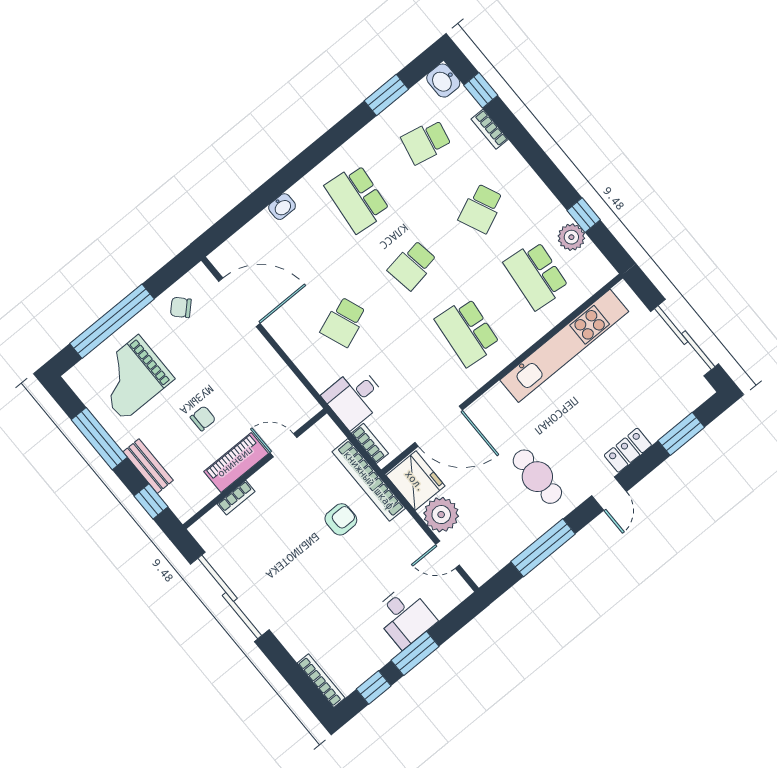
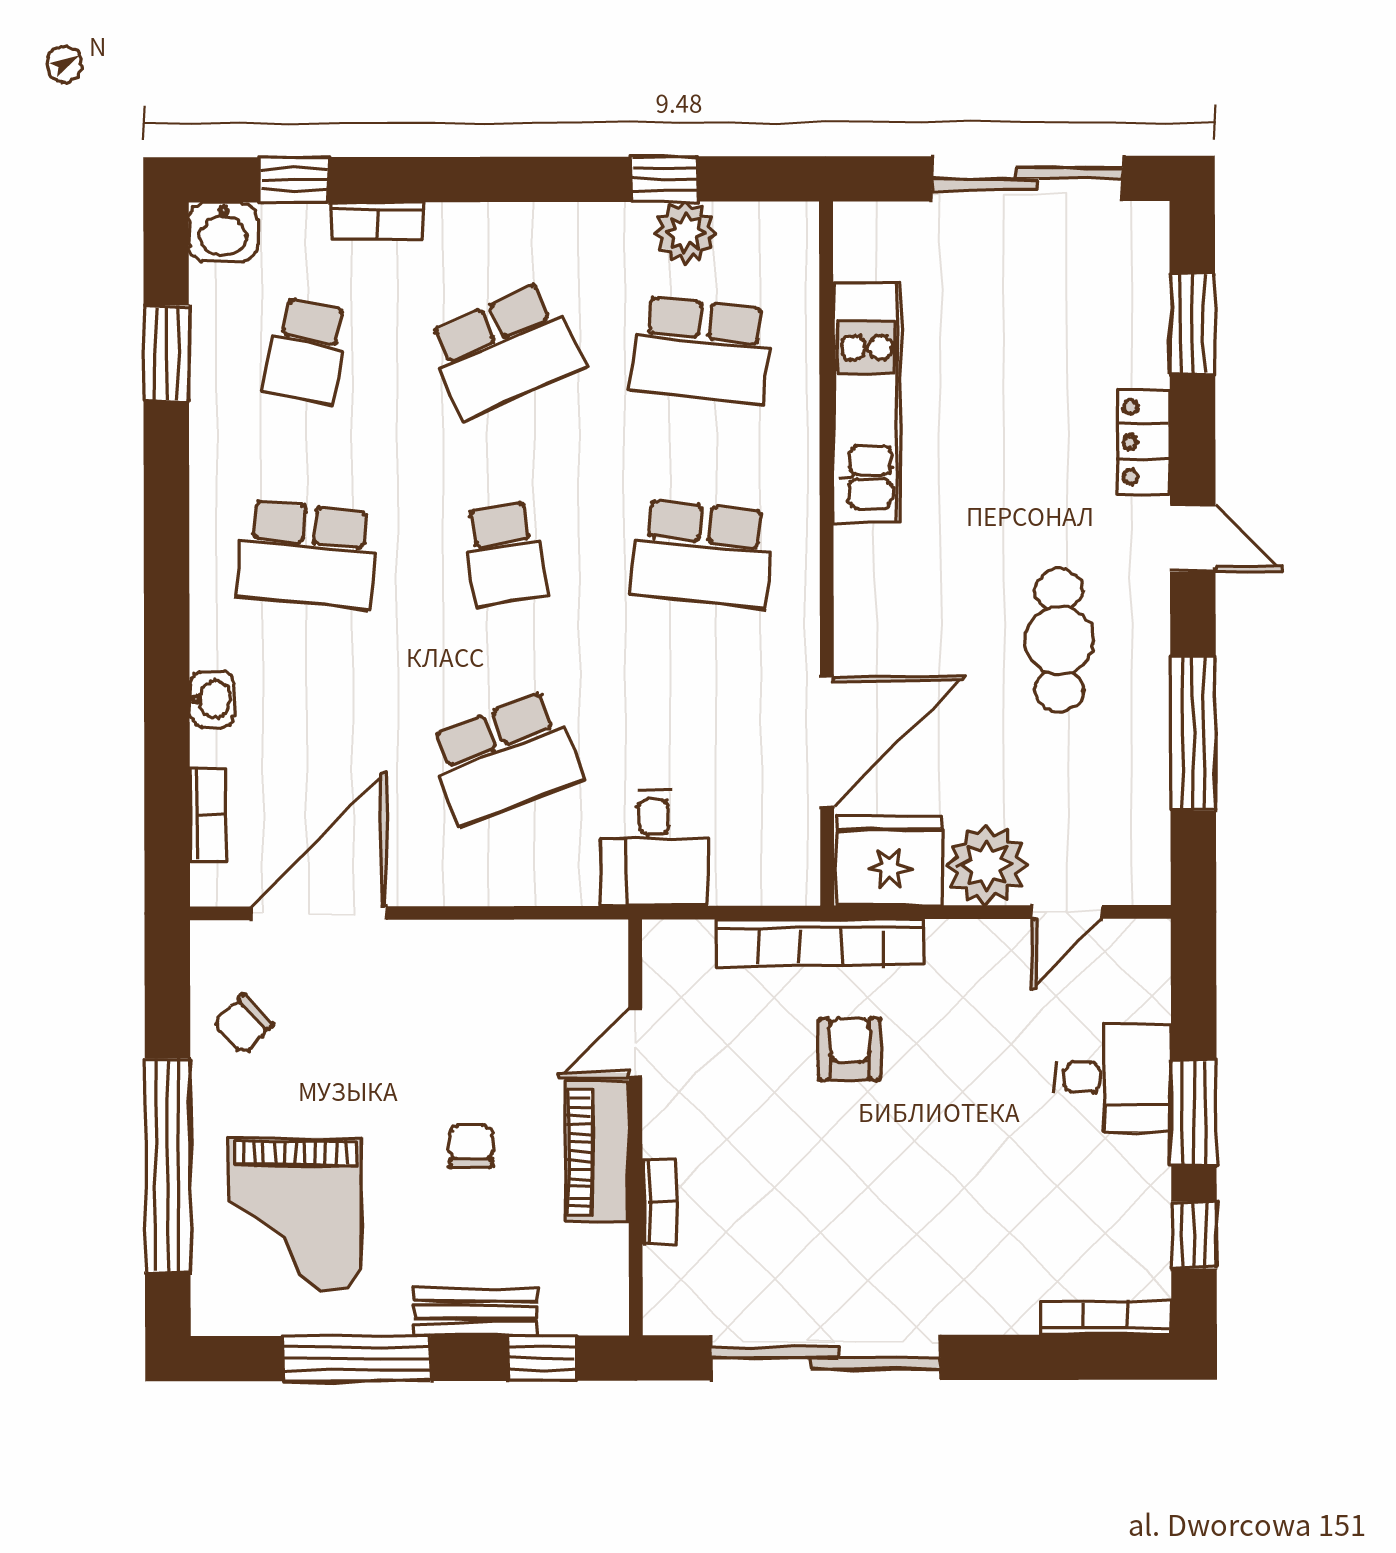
school desk: (481, 209) -> (504, 350), width x1.85
school desk: (344, 322) -> (505, 758), width x1.85
kitchen unit: (564, 346) -> (867, 403), width x0.73
bookcase: (370, 443) -> (208, 814), moved, turned 90
cafe table: (537, 477) -> (1059, 640), turned 90

